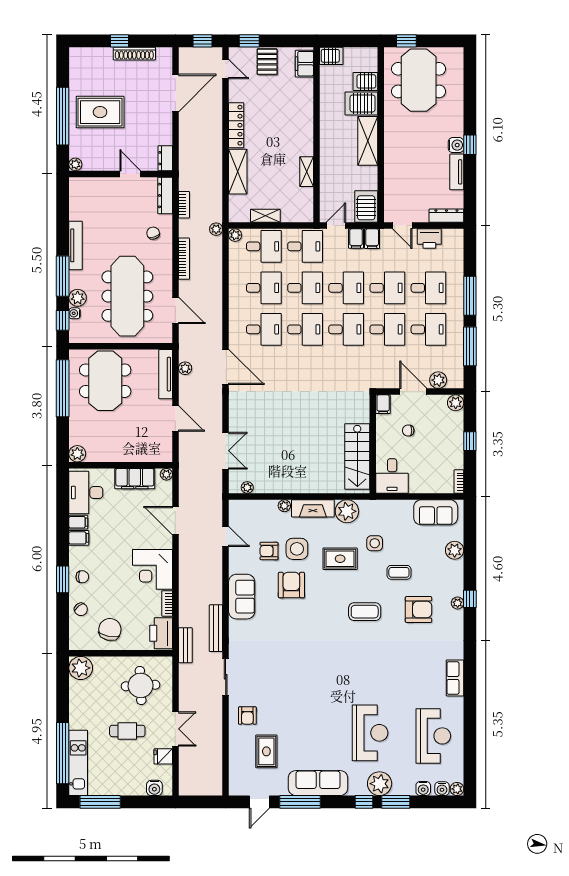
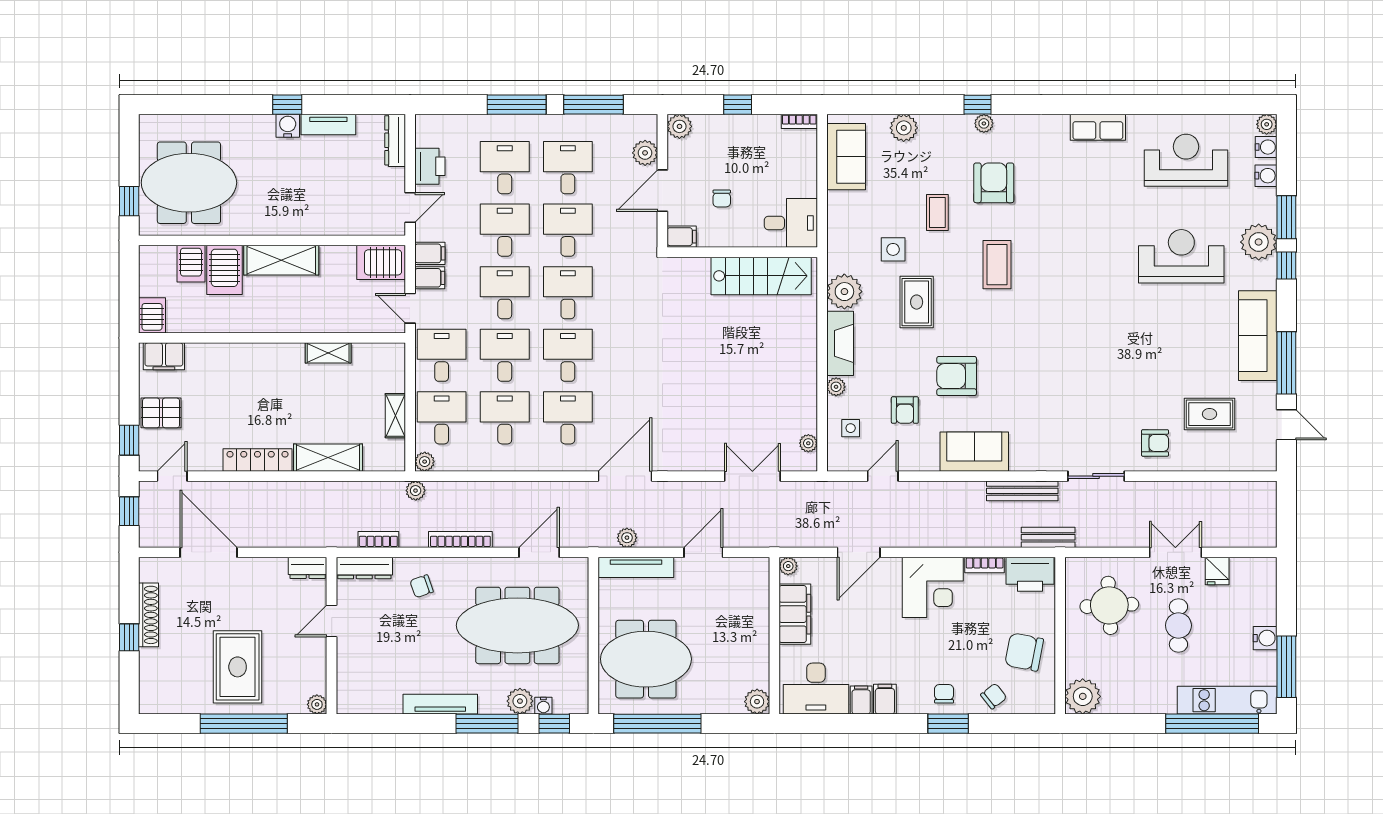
side table: (297, 549) -> (851, 428), moved, width x0.54, depth x0.54
water cooler: (154, 788) -> (1265, 638), moved

